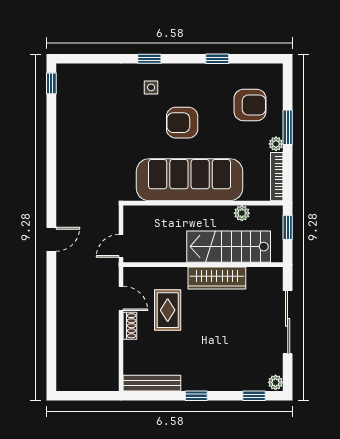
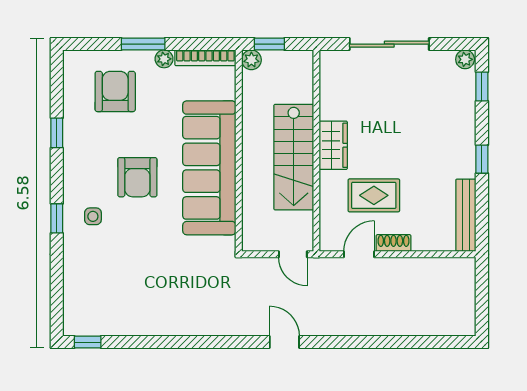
plant: (242, 213) -> (251, 60), moved
stairs: (229, 247) -> (294, 157), moved
wardrobe: (217, 278) -> (333, 145), width x0.67

